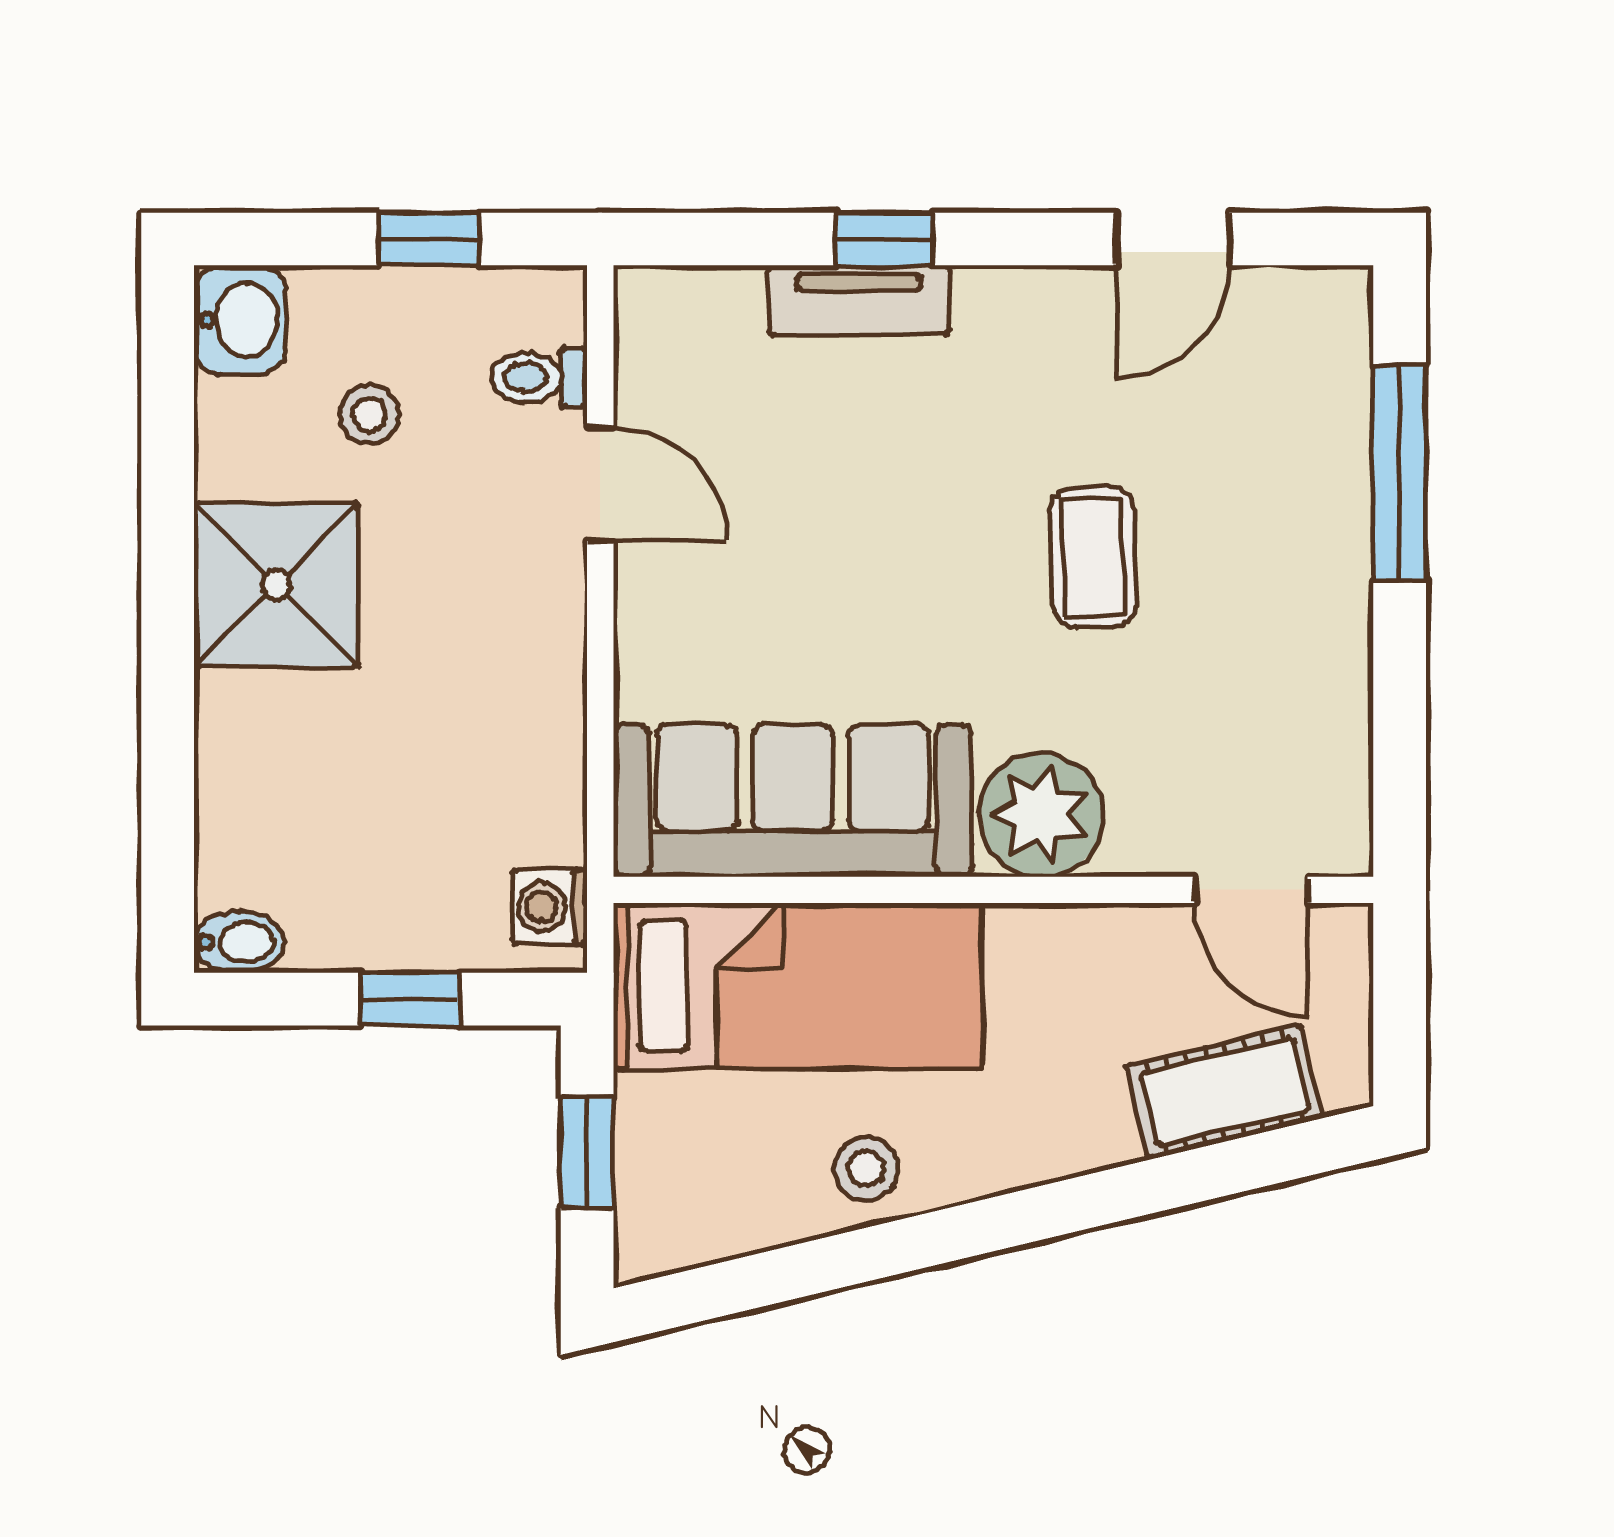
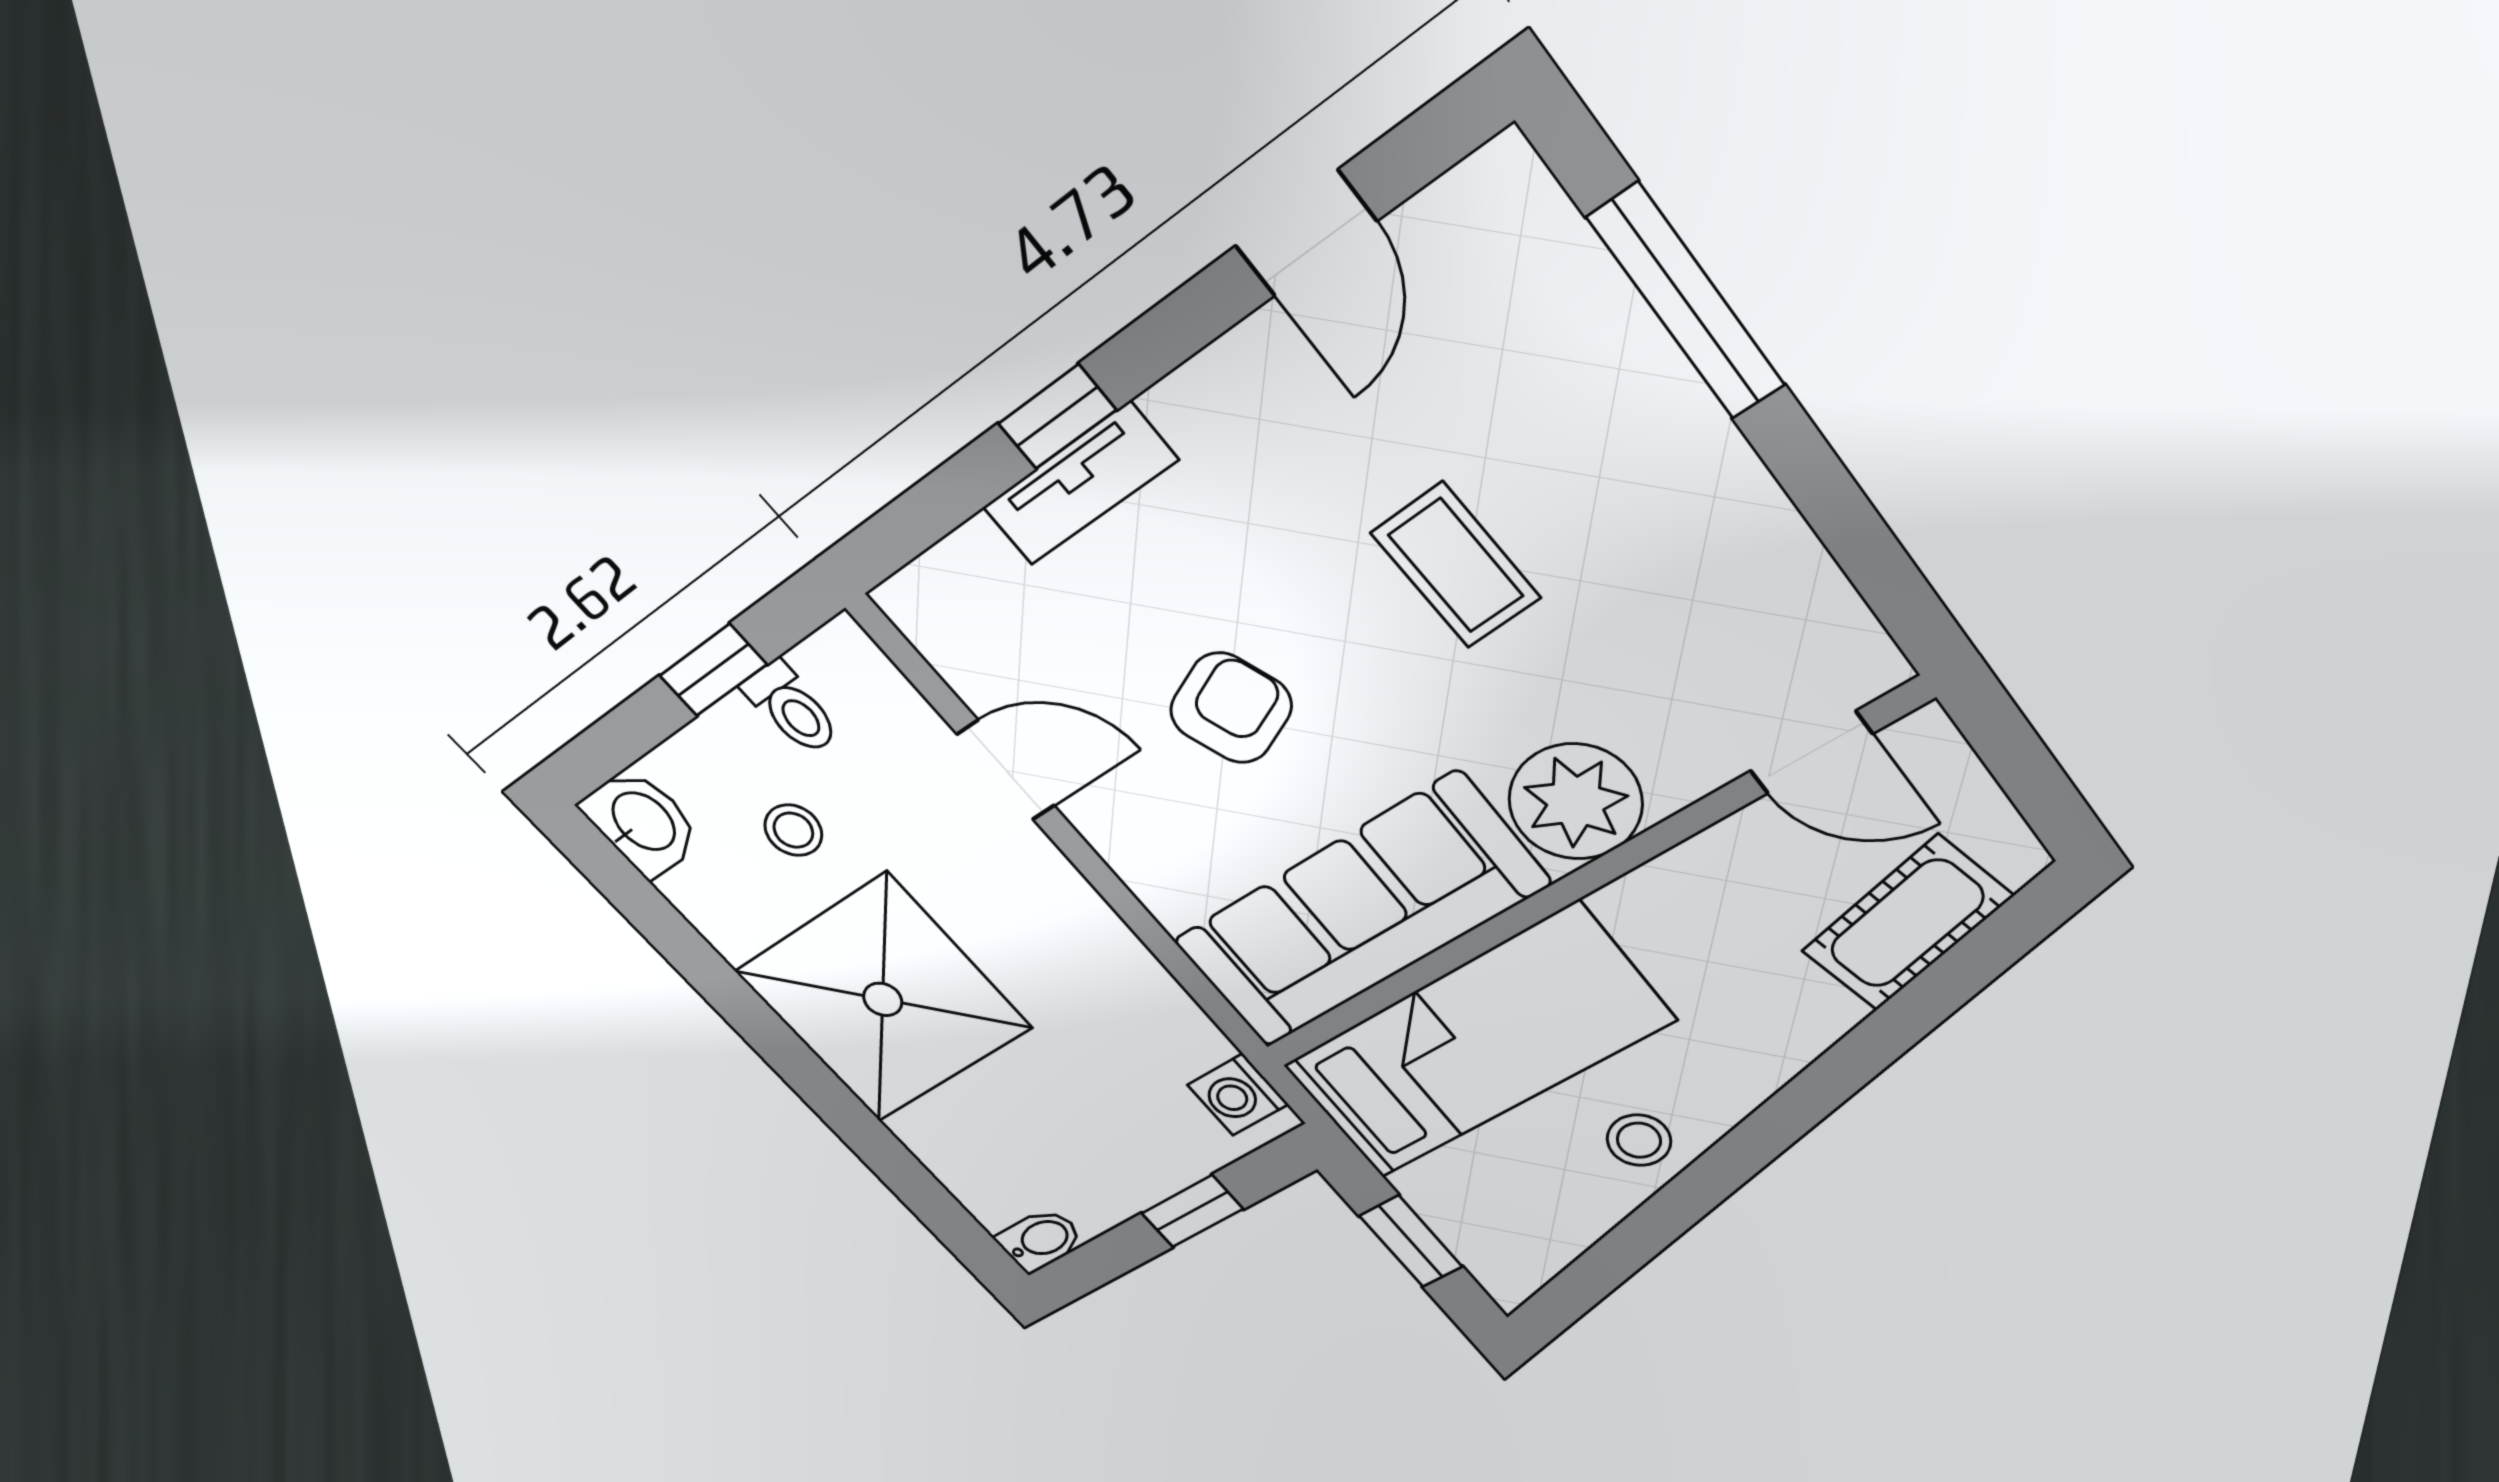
toilet: (539, 378) -> (792, 708), moved, turned -90
armchair: (829, 555) -> (1231, 708), added
shower: (276, 585) -> (883, 999), width x1.37, depth x1.37

